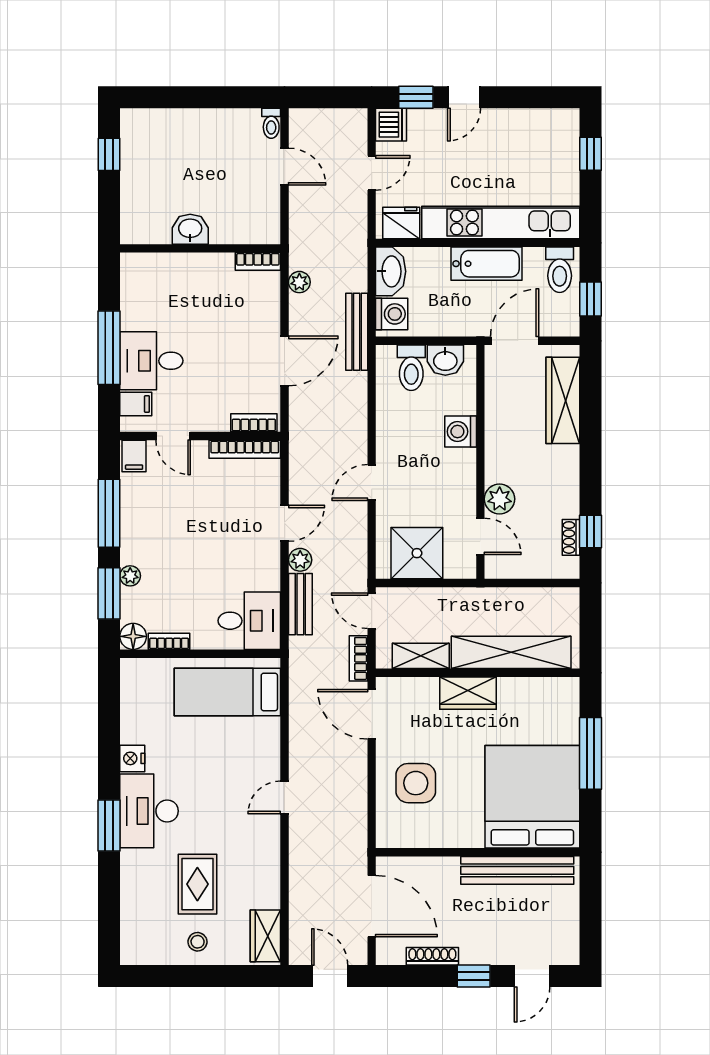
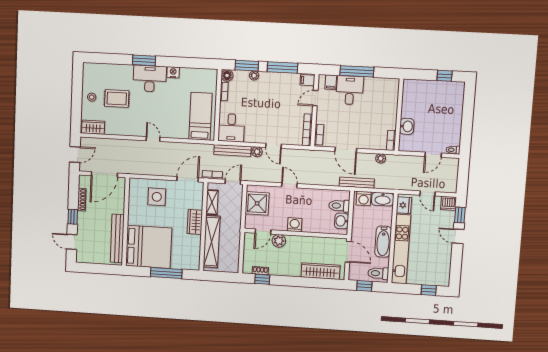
washbasin: (190, 229) -> (407, 126), moved
washing machine: (461, 432) -> (295, 225), moved
bench: (300, 604) -> (233, 150), width x1.36

